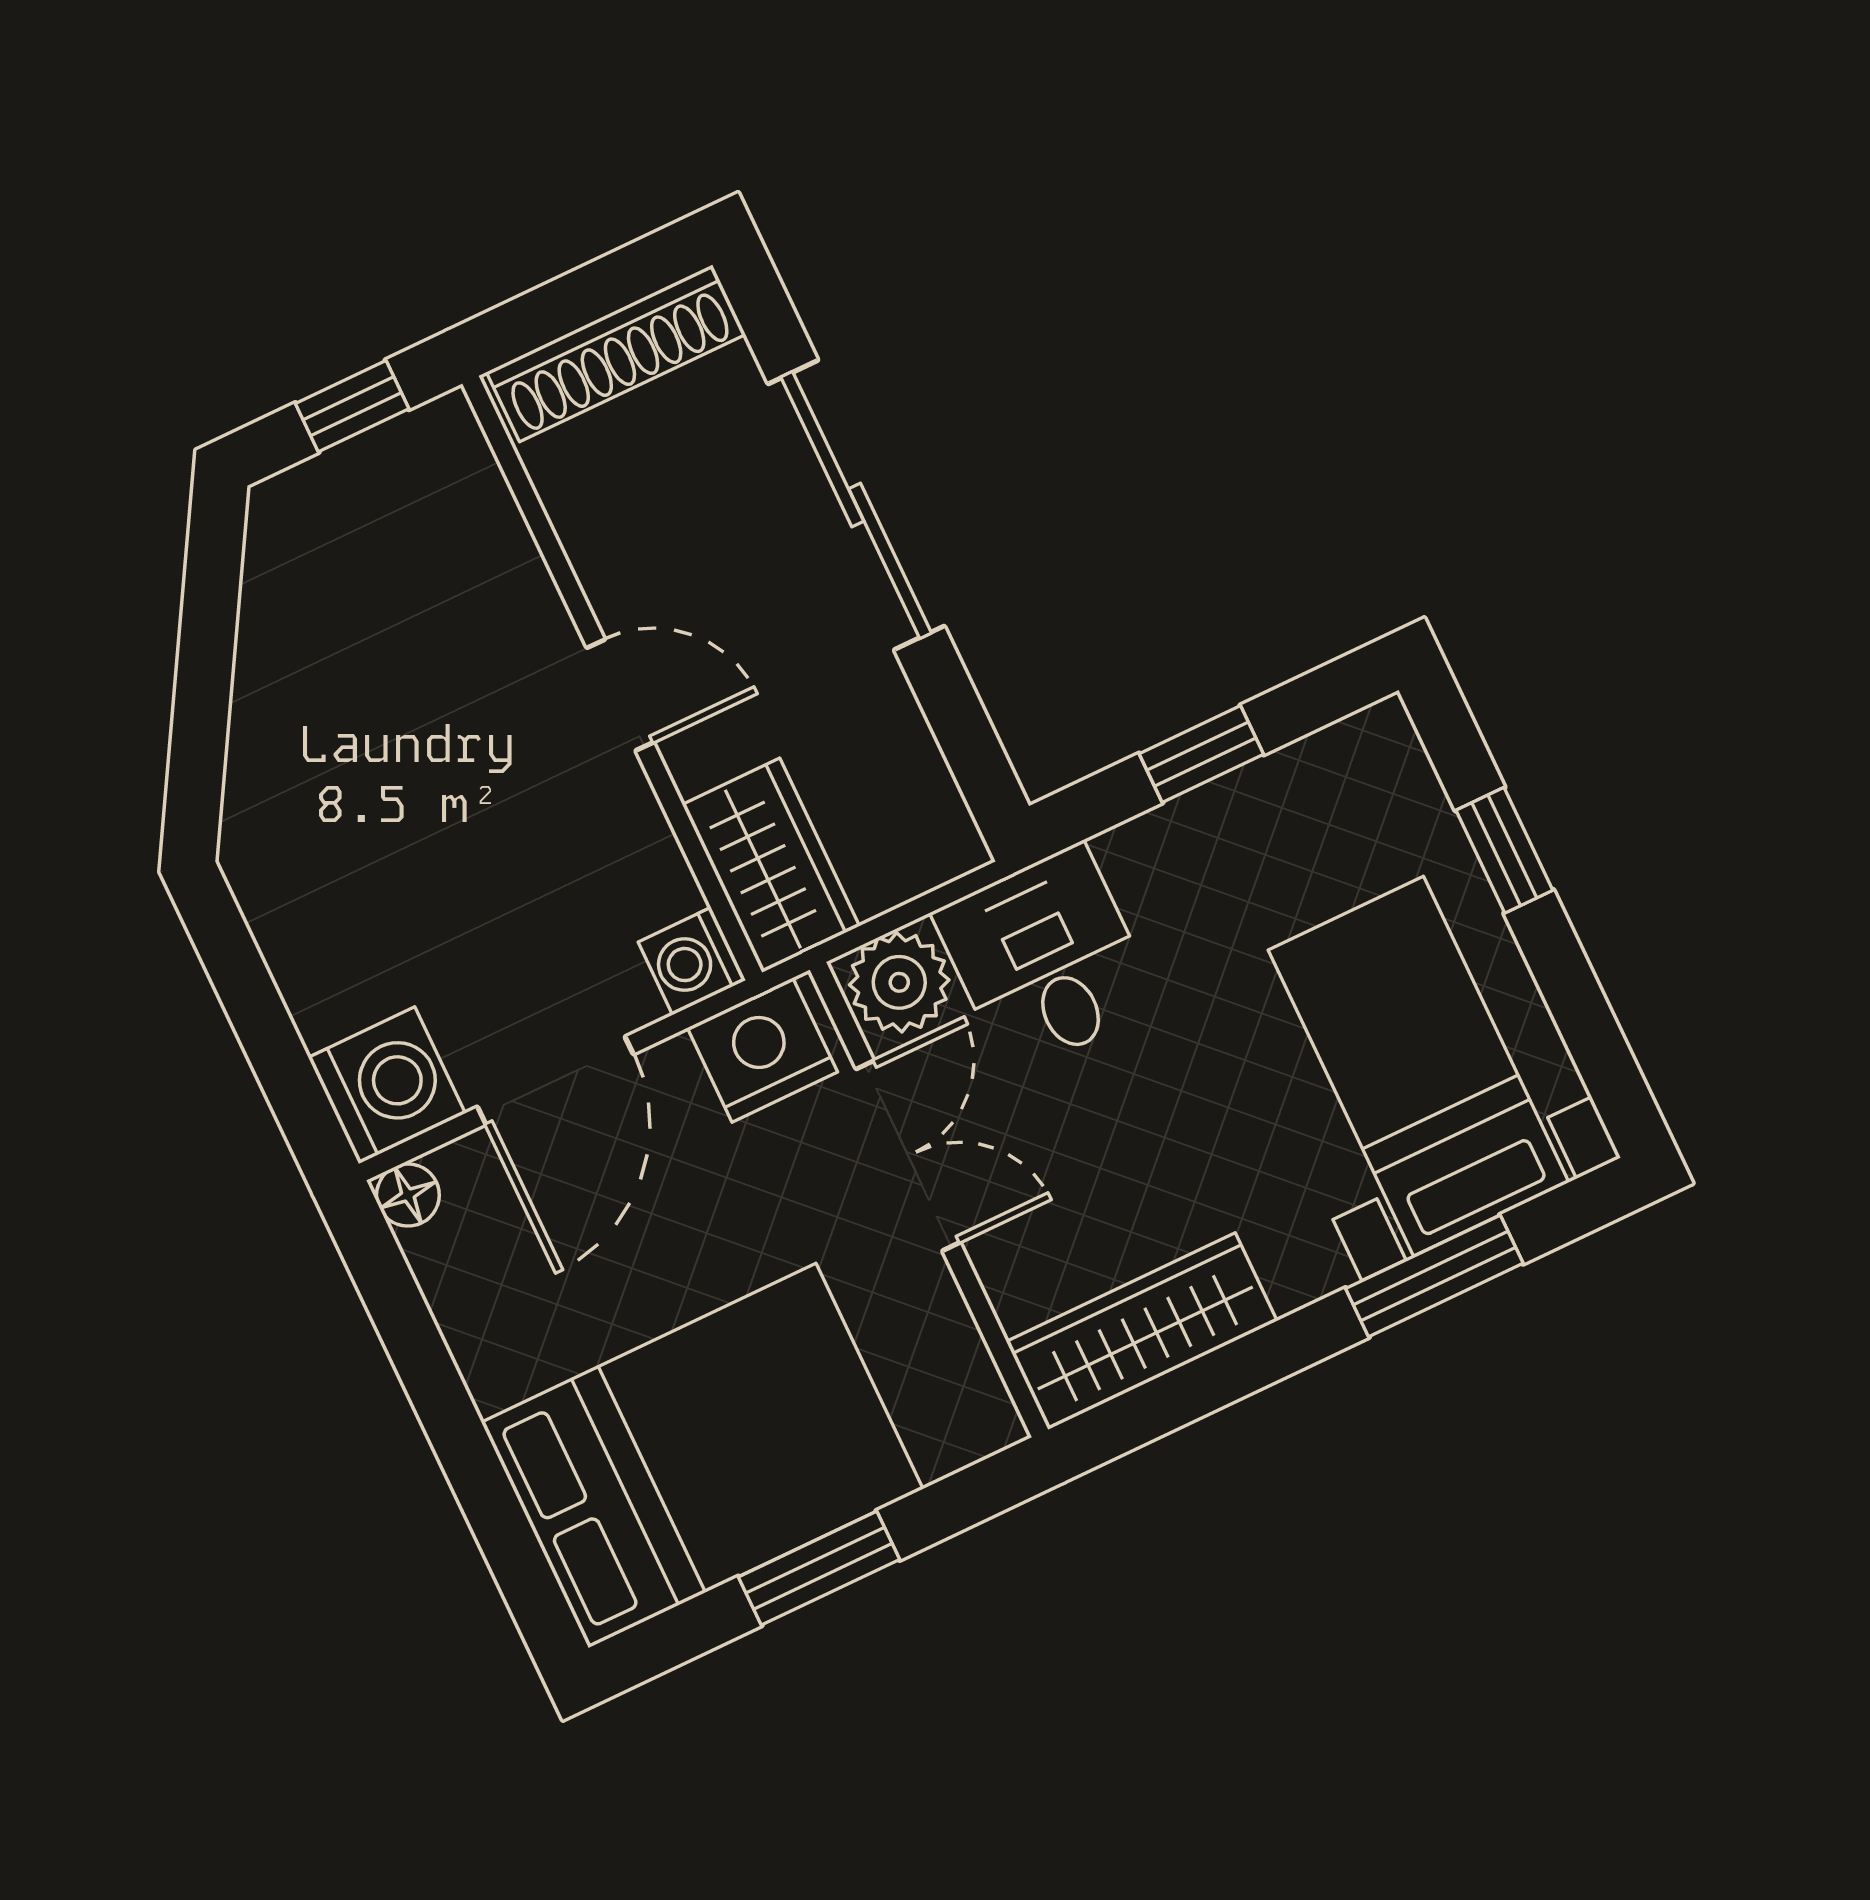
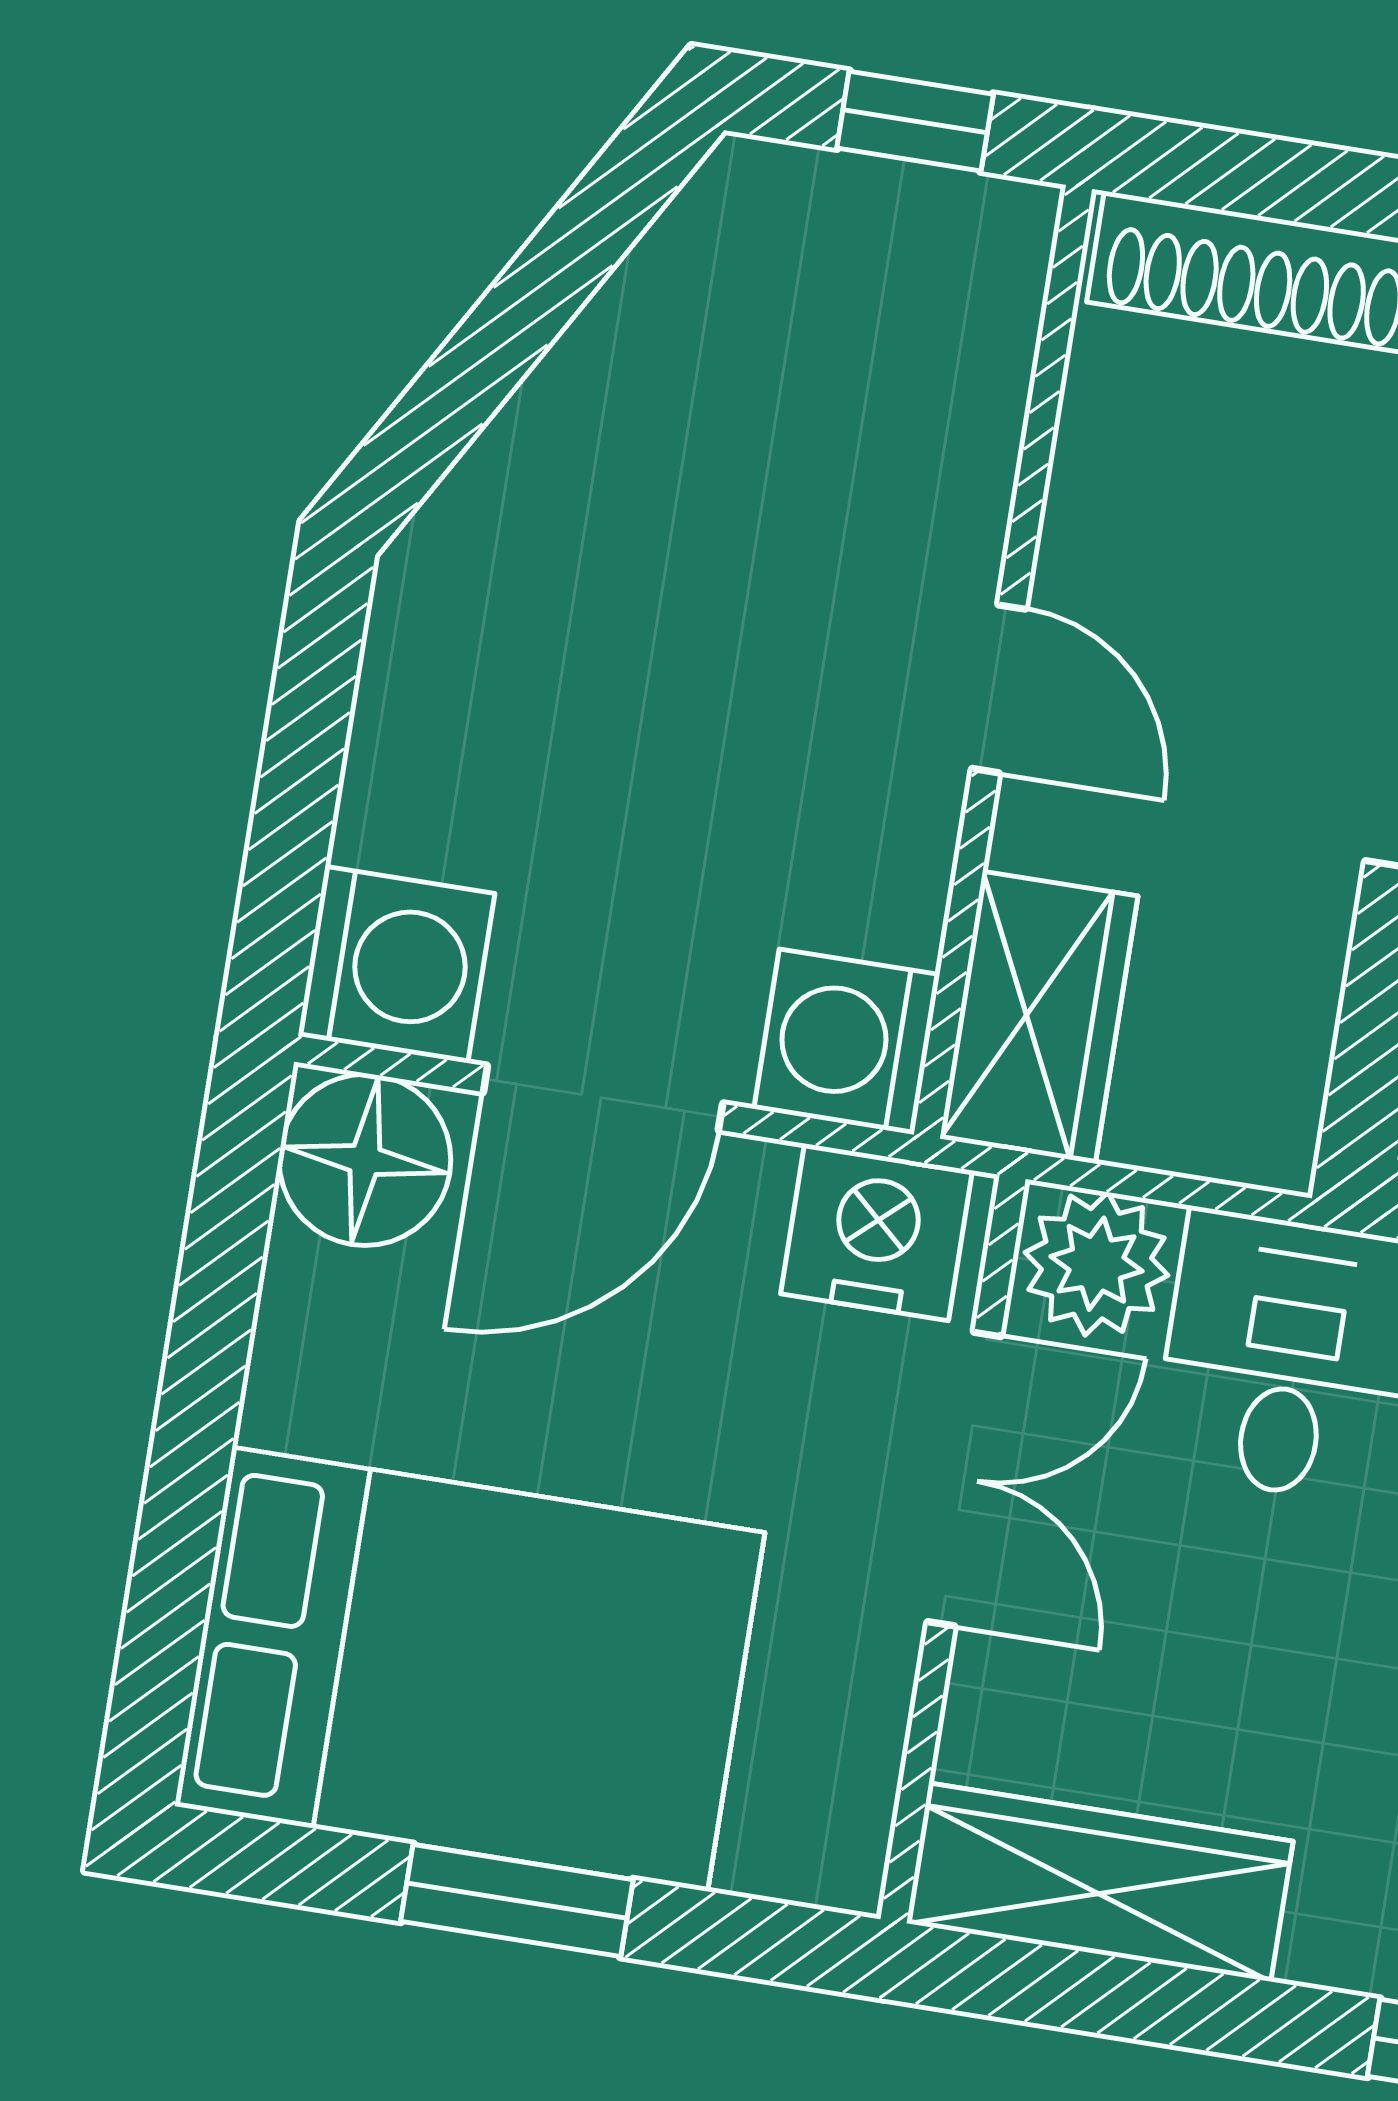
washing machine: (692, 961) -> (847, 1042), width x1.38, depth x1.38
floor lamp: (408, 1195) -> (365, 1160), width x1.89, depth x1.89

